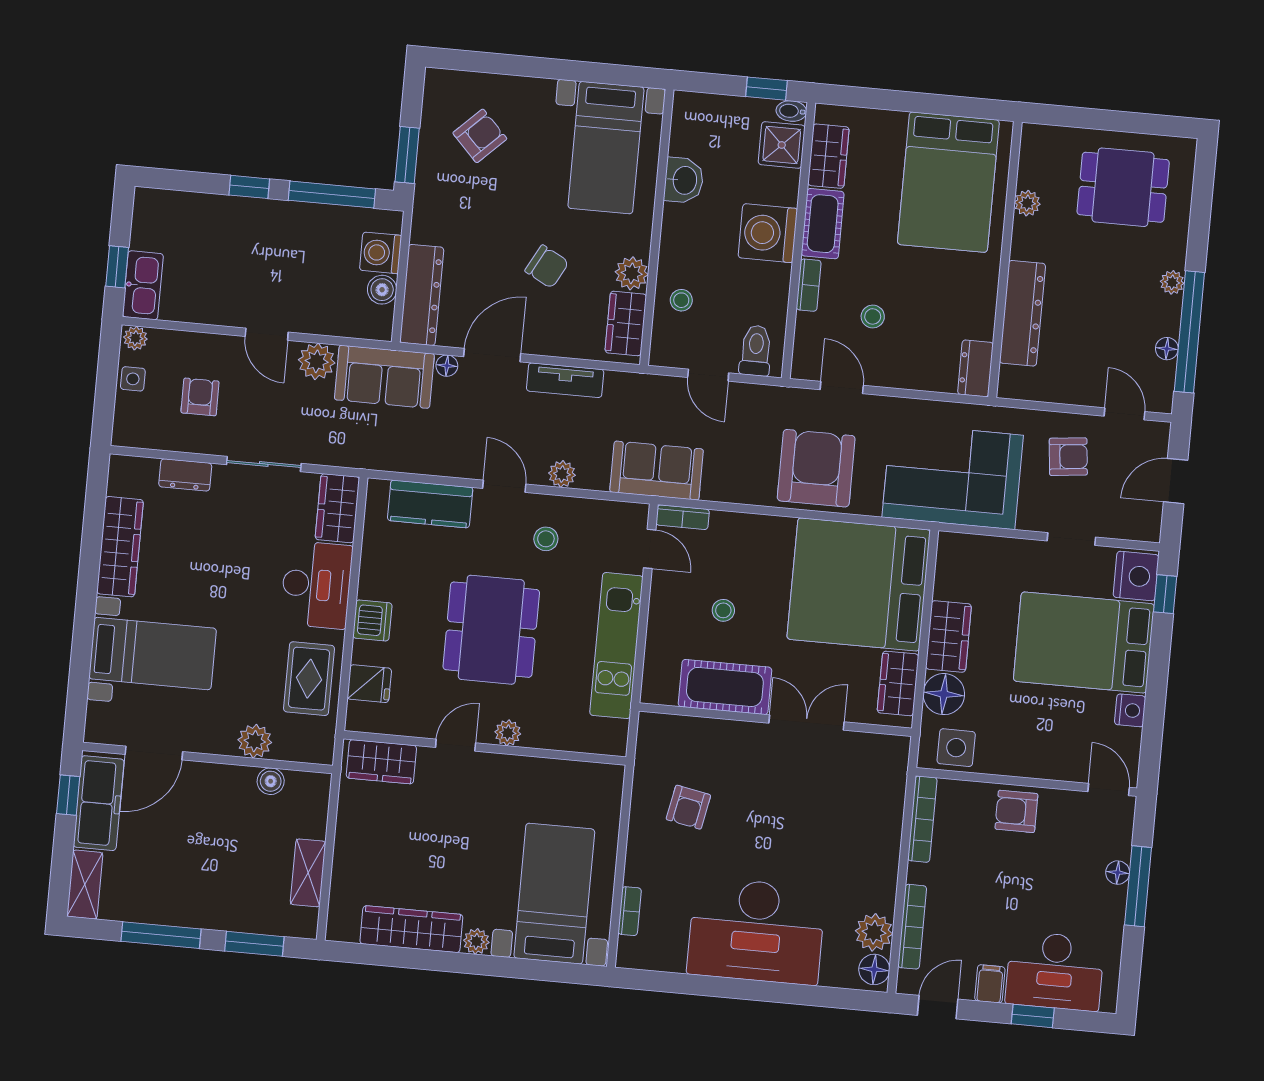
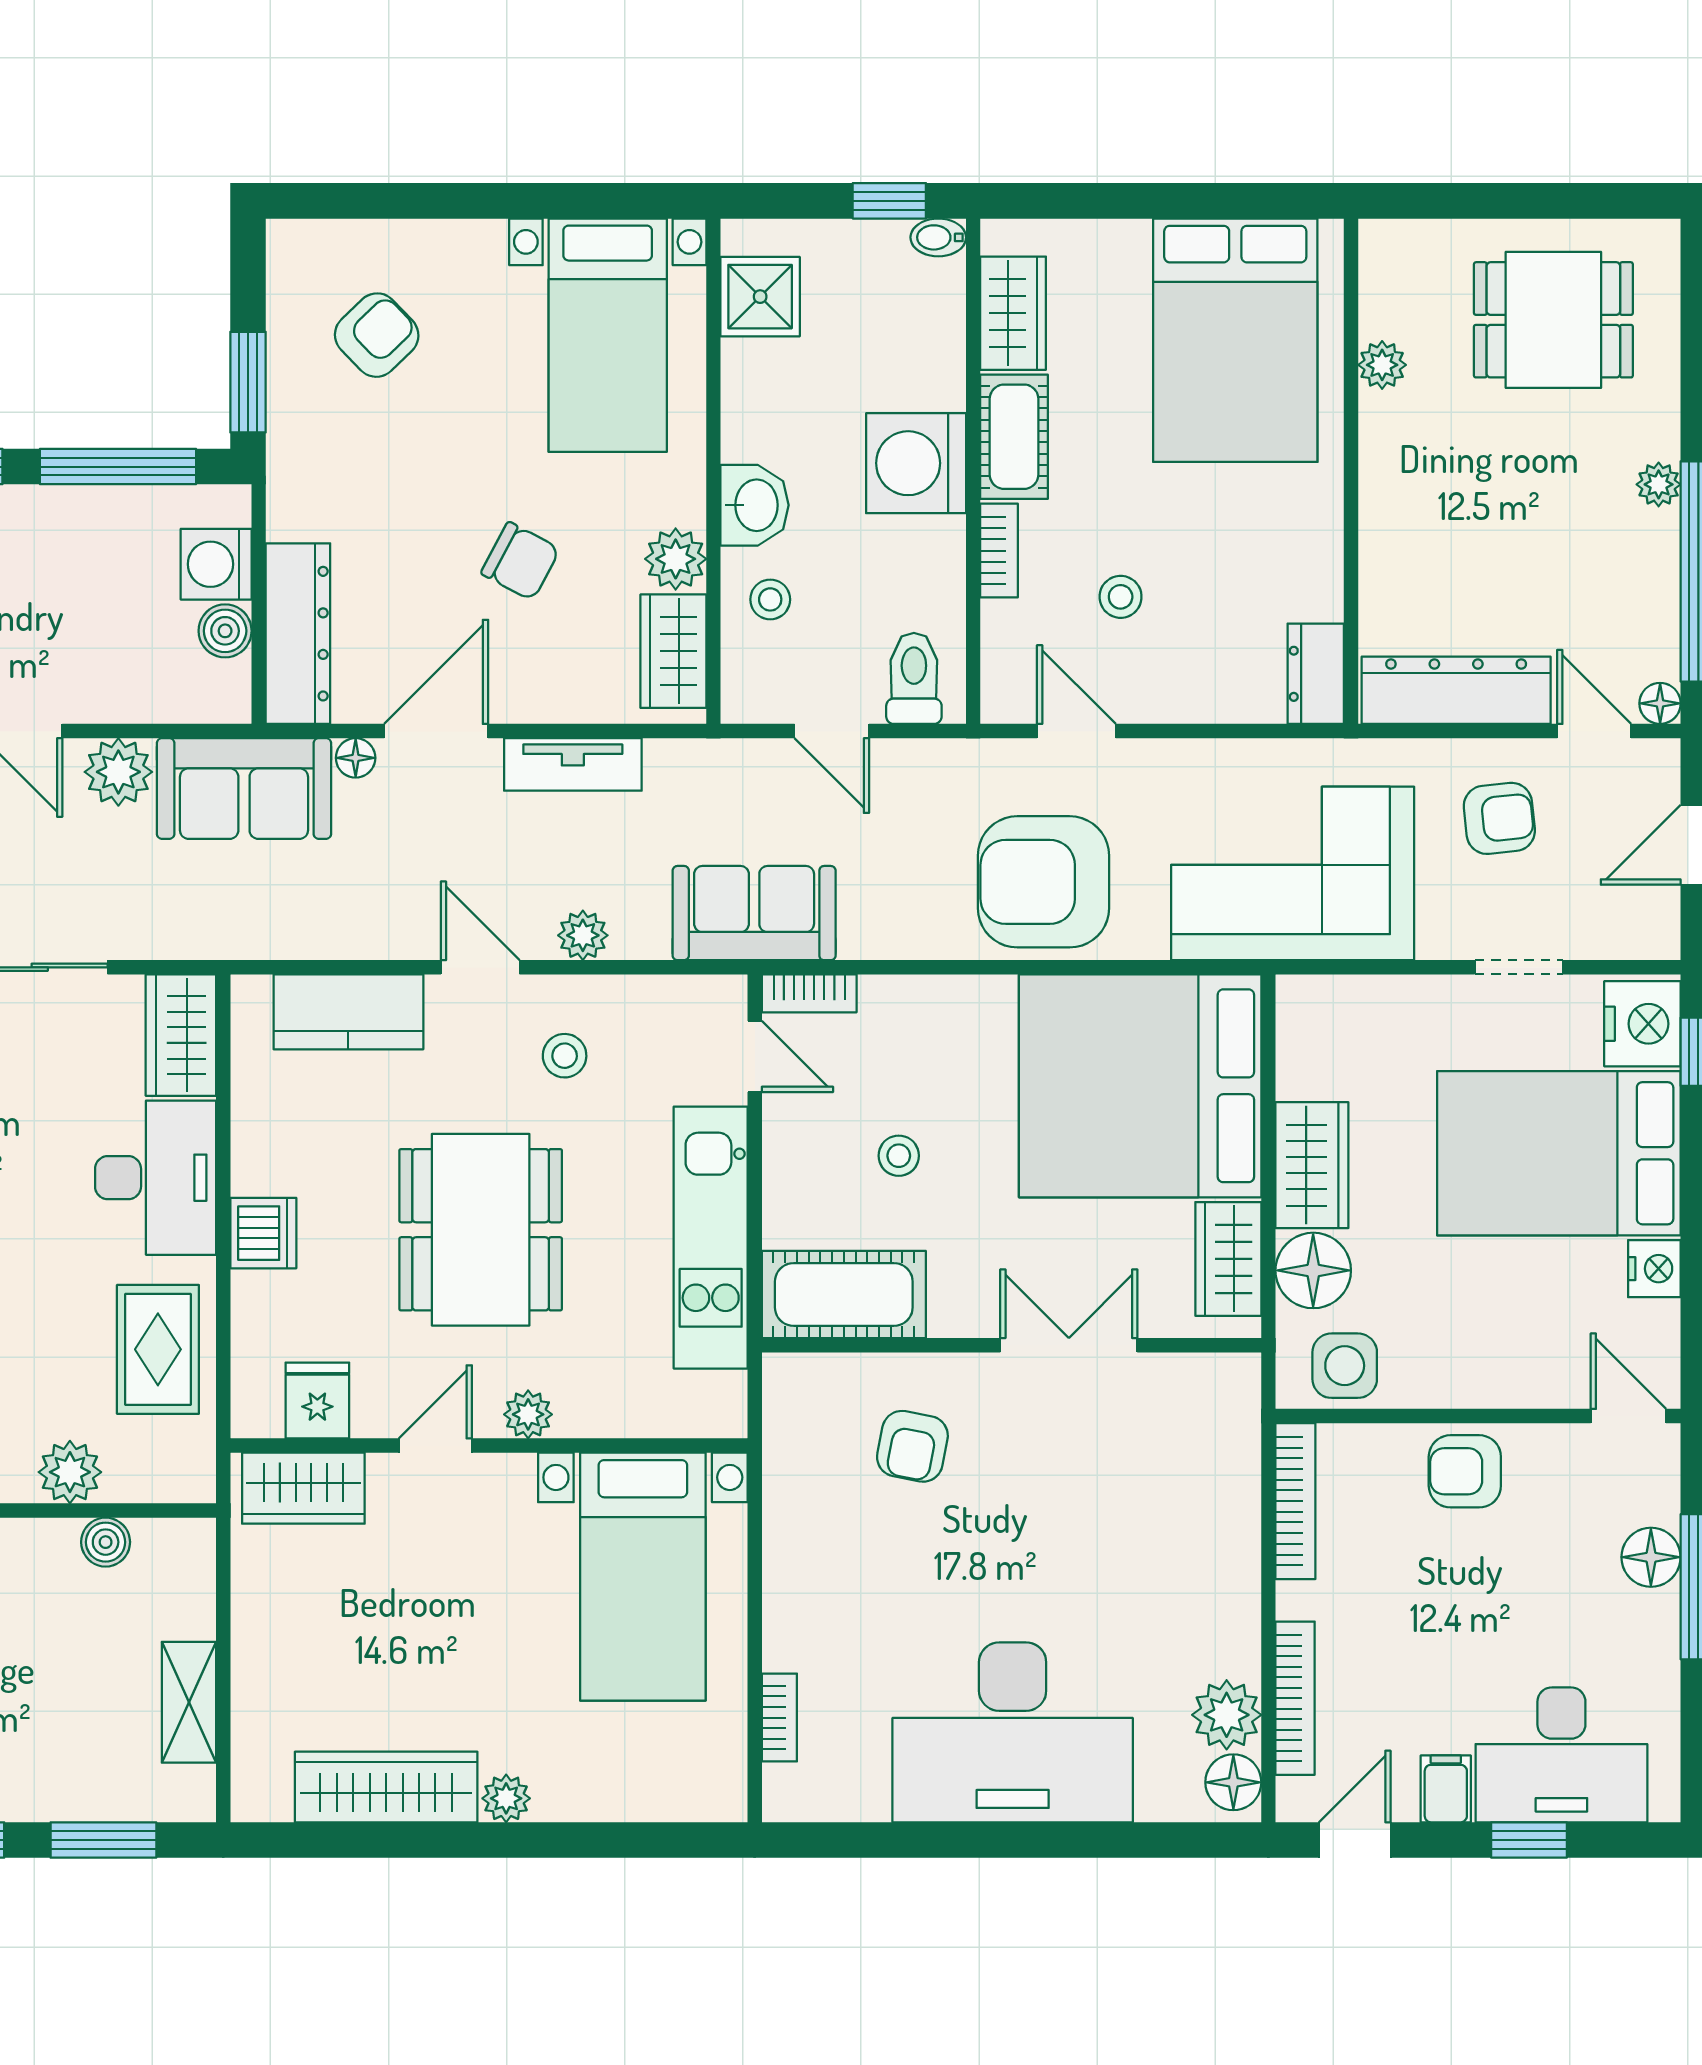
shower: (782, 145) -> (760, 297), moved
washbasin: (684, 180) -> (755, 505), moved
dresser: (1022, 313) -> (1456, 690), moved, turned -90
floor lamp: (1167, 349) -> (1660, 703), moved
armchair: (816, 468) -> (1043, 882), turned -90
fridge: (369, 684) -> (317, 1401), moved, turned -90
cot: (725, 687) -> (844, 1294), moved
armchair: (688, 807) -> (912, 1446), moved
floor lamp: (1118, 873) -> (1651, 1557), width x1.37, depth x1.37
bed with nightstands: (554, 894) -> (643, 1577), moved, turned 180

